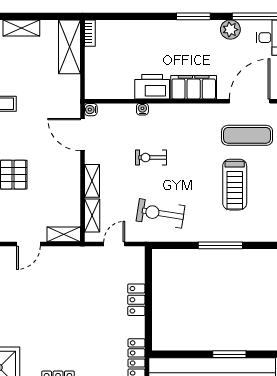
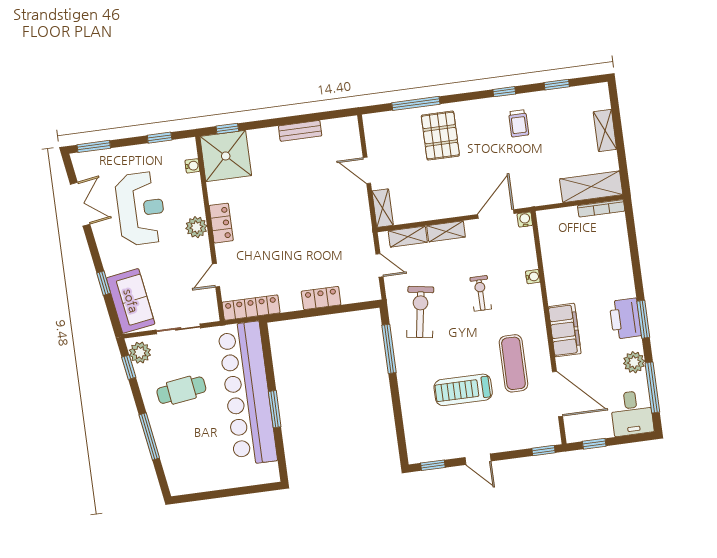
bookcase: (90, 33) -> (601, 208), width x1.56
printer: (152, 87) -> (625, 319), moved, turned 180
exercise mat: (247, 135) -> (513, 363), moved
window: (220, 245) -> (389, 349), moved

